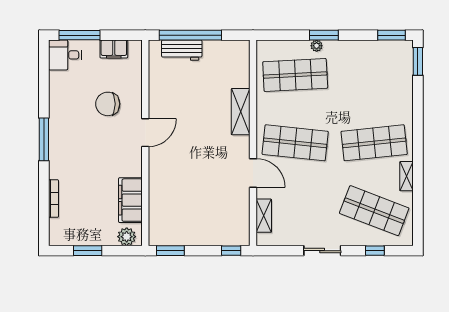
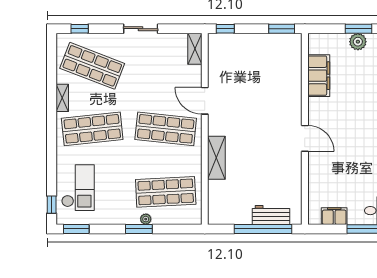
window: (418, 61) -> (52, 205), width x0.67
checkout: (390, 80) -> (78, 188), added
chair: (108, 104) -> (340, 165), removed
door: (145, 133) -> (305, 138), swing flipped
shelving: (264, 216) -> (195, 49), moved
plant: (127, 237) -> (358, 42), moved
window: (375, 251) -> (80, 29), moved

